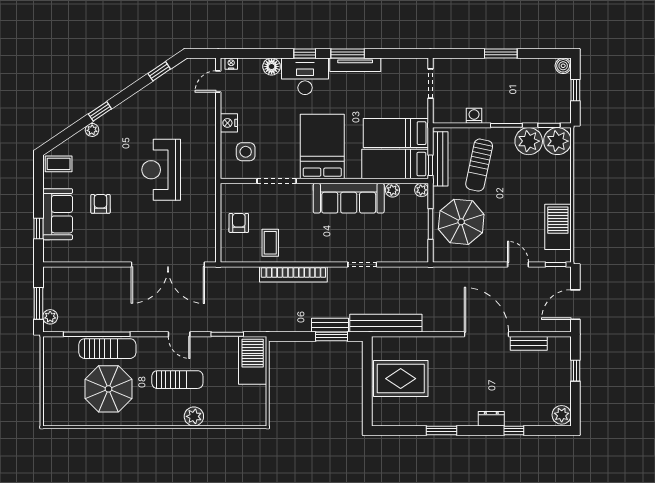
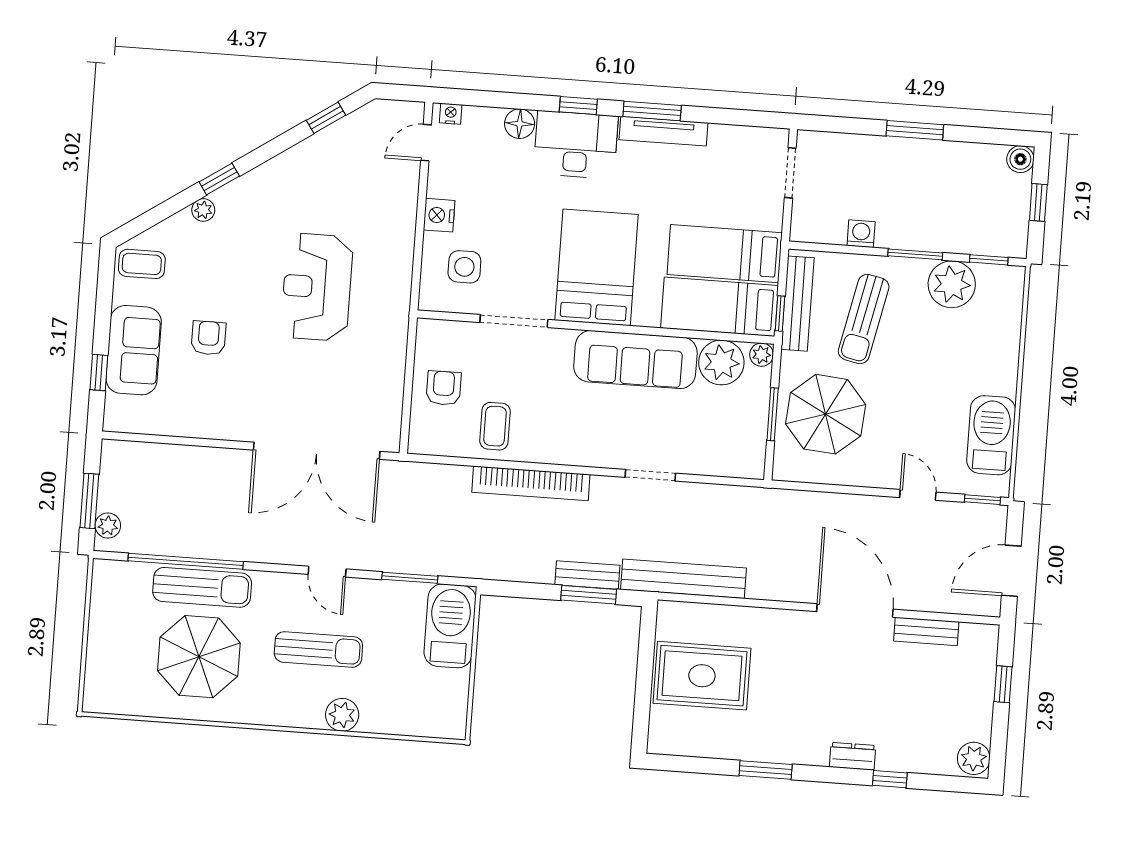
plant: (557, 141) -> (1001, 288), removed
plant: (392, 190) -> (721, 362), width x1.88, depth x1.88

